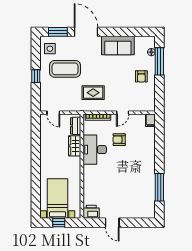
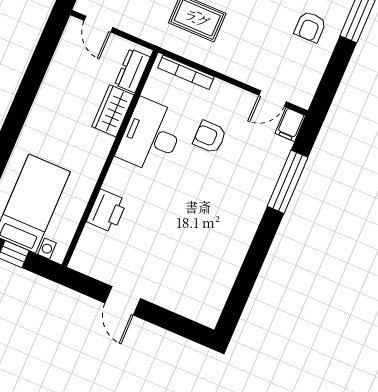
door: (123, 113) -> (273, 98), moved
window: (159, 187) -> (288, 182), moved
printer: (91, 212) -> (107, 211), moved, turned 90

